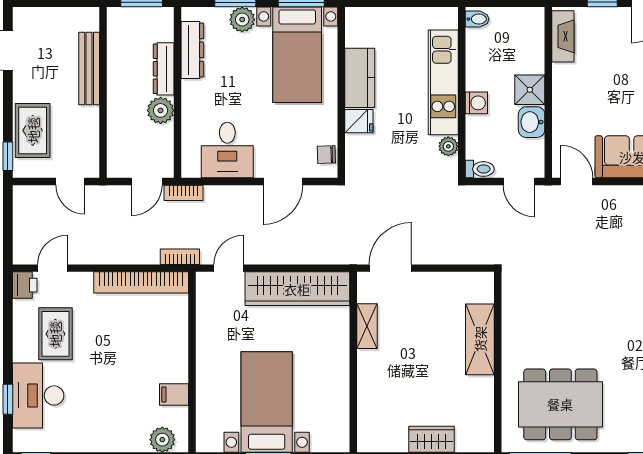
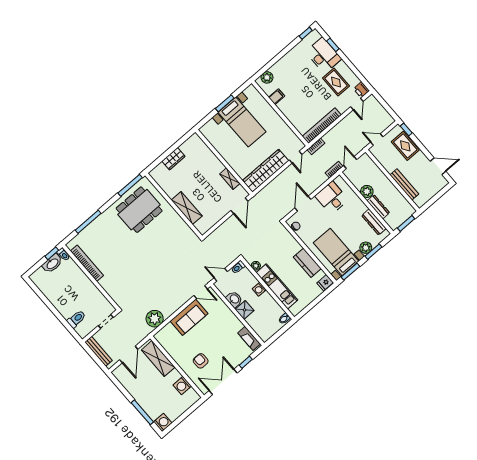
fridge: (359, 121) -> (325, 283), moved

